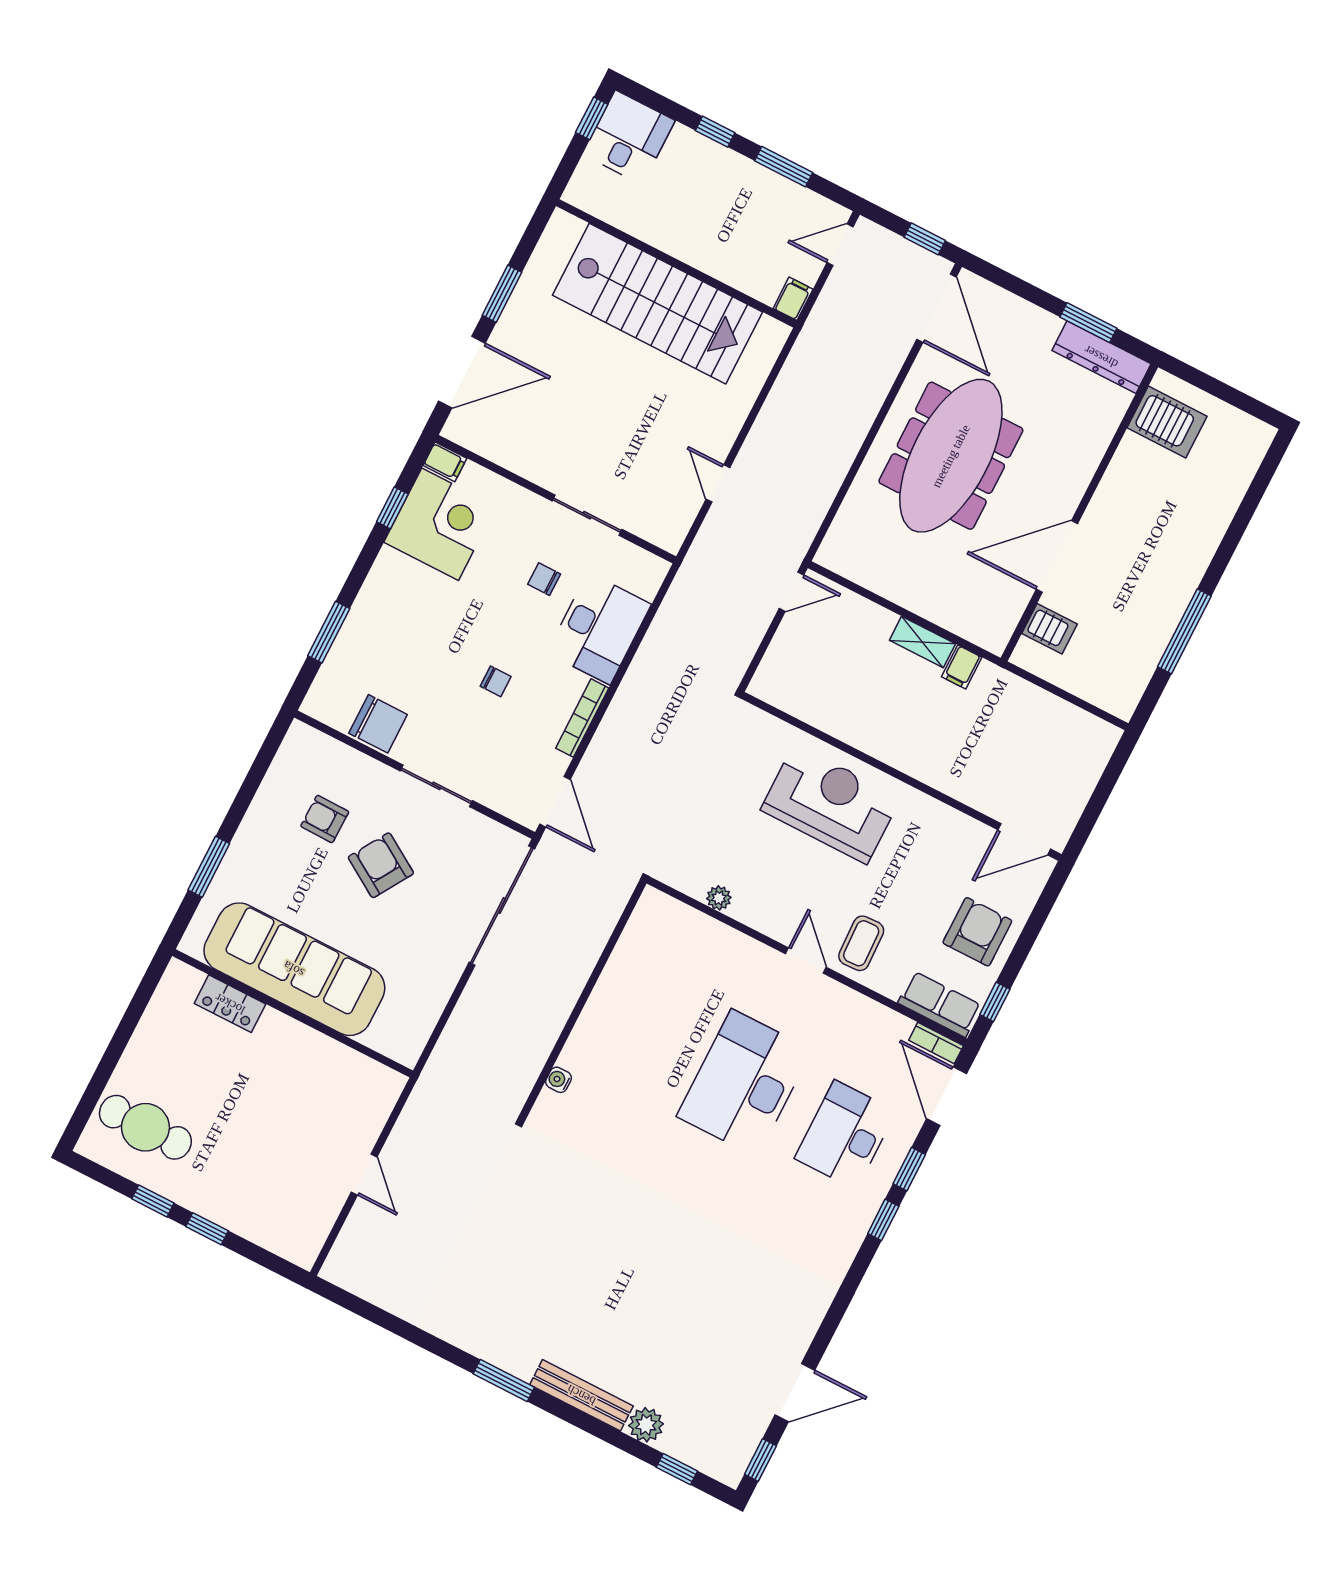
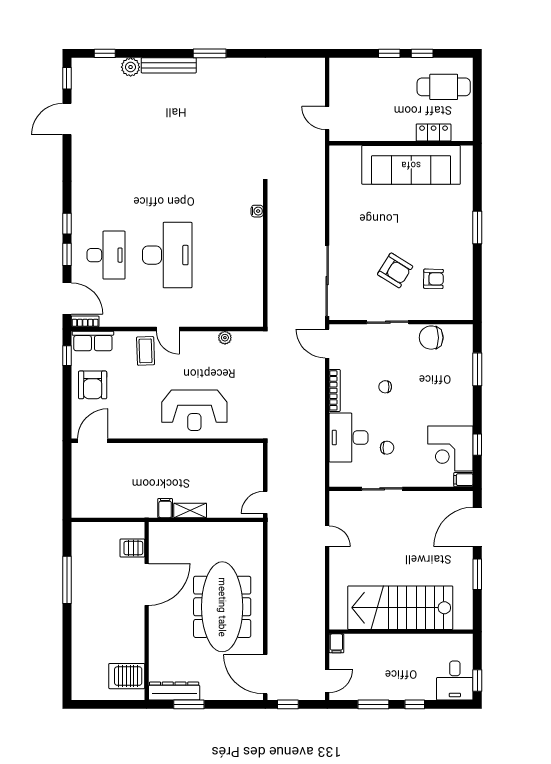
sofa: (294, 969) -> (411, 165), moved
locker: (230, 1004) -> (434, 133), moved
wall: (293, 1013) -> (401, 143), moved

